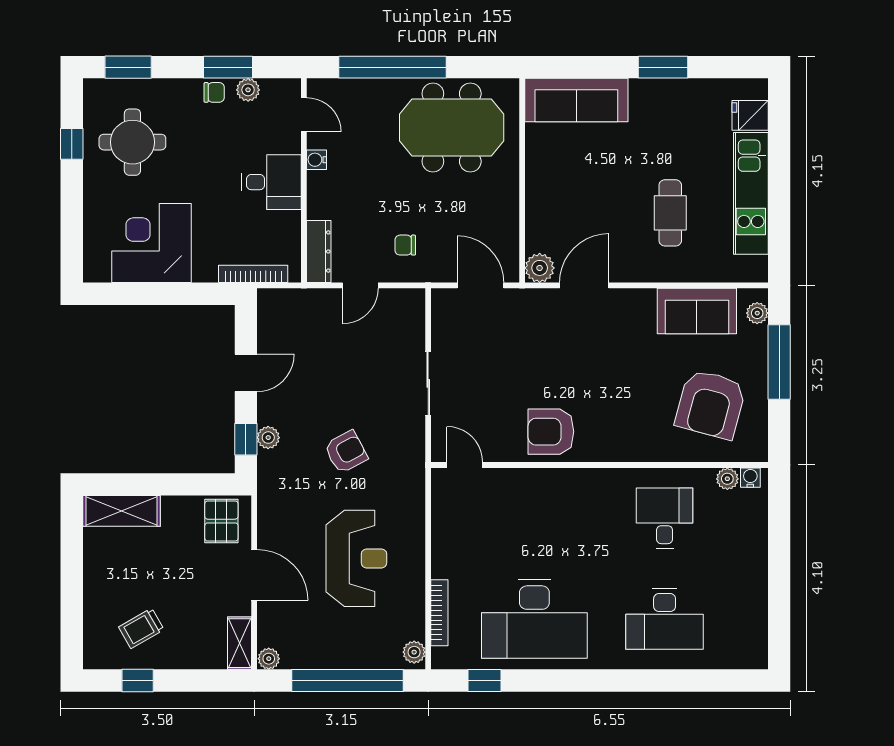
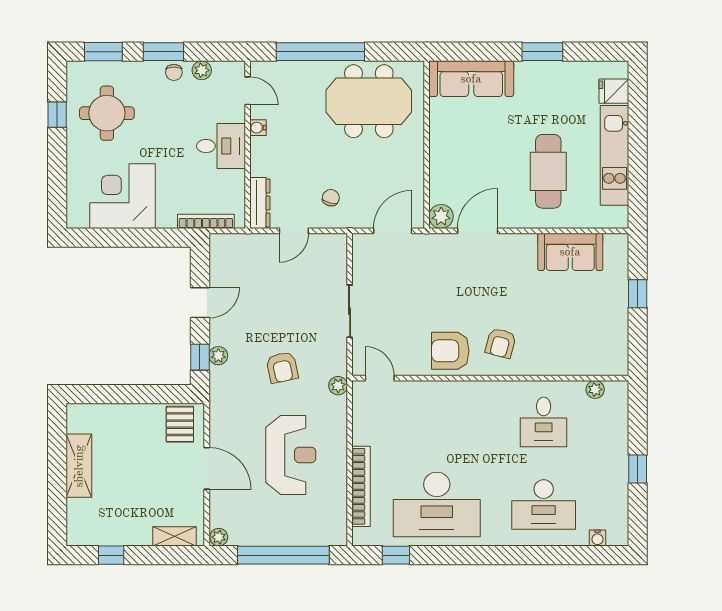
window: (228, 67) -> (163, 52), moved
chair: (214, 92) -> (174, 72), turned 90
cafe table: (670, 213) -> (548, 171), width x1.37, depth x1.35
chair: (405, 245) -> (331, 198), turned 105
door: (481, 285) -> (393, 231), hinge flipped
plant: (757, 313) -> (620, 254), removed
window: (779, 362) -> (638, 294), width x0.46
armchair: (711, 404) -> (501, 343), moved, width x0.53, depth x0.53
armchair: (346, 452) -> (282, 367), turned 106
water cooler: (750, 478) -> (597, 538), moved, turned 180
shelving: (122, 511) -> (79, 466), moved, turned 90
desk: (665, 518) -> (544, 422), turned 180
window: (779, 576) -> (638, 469), added
bookcase: (439, 613) -> (361, 486), width x1.48, depth x1.31
trolley: (141, 628) -> (114, 512), removed
shelving: (240, 643) -> (174, 536), moved, turned 90
plant: (414, 652) -> (338, 386), moved

